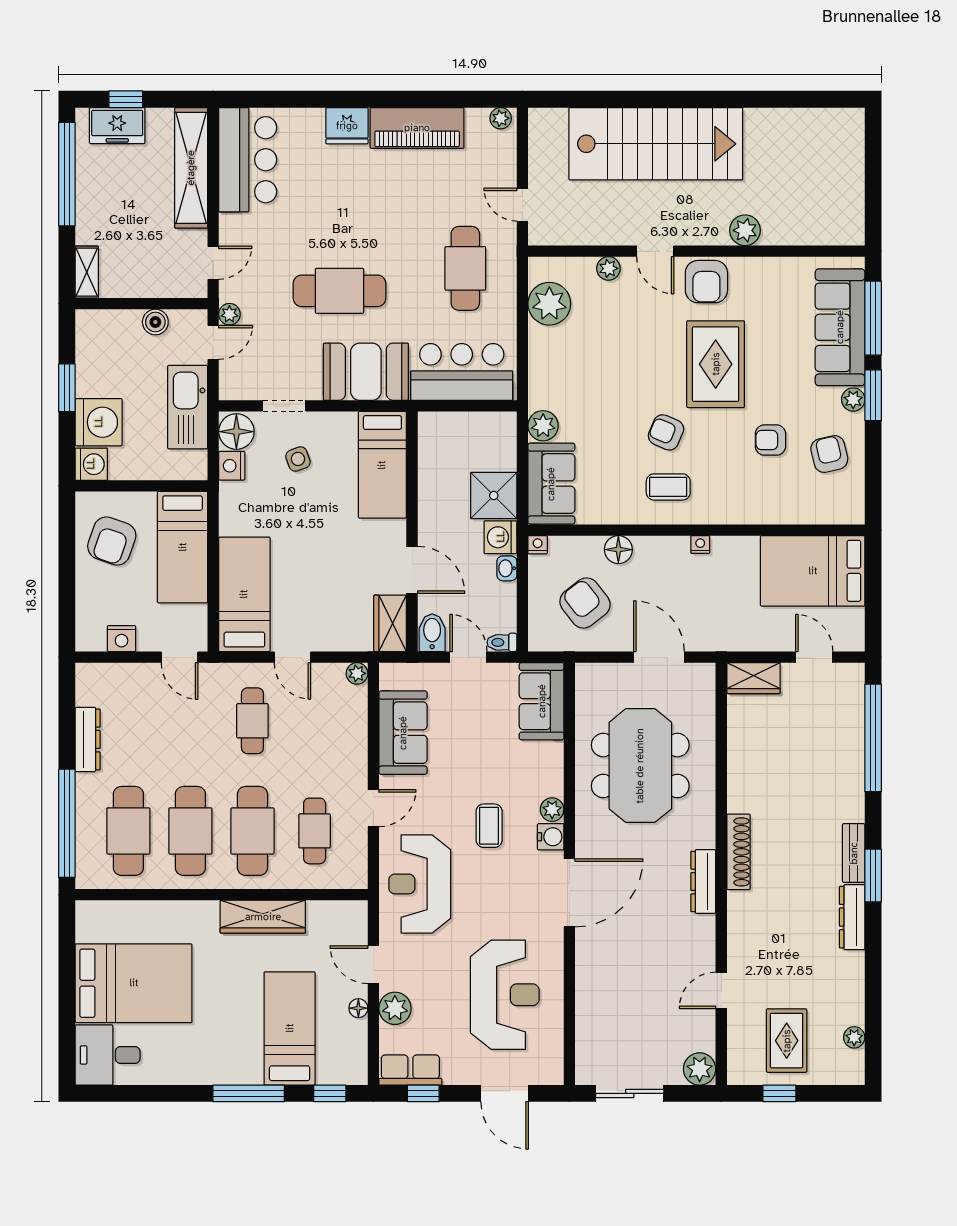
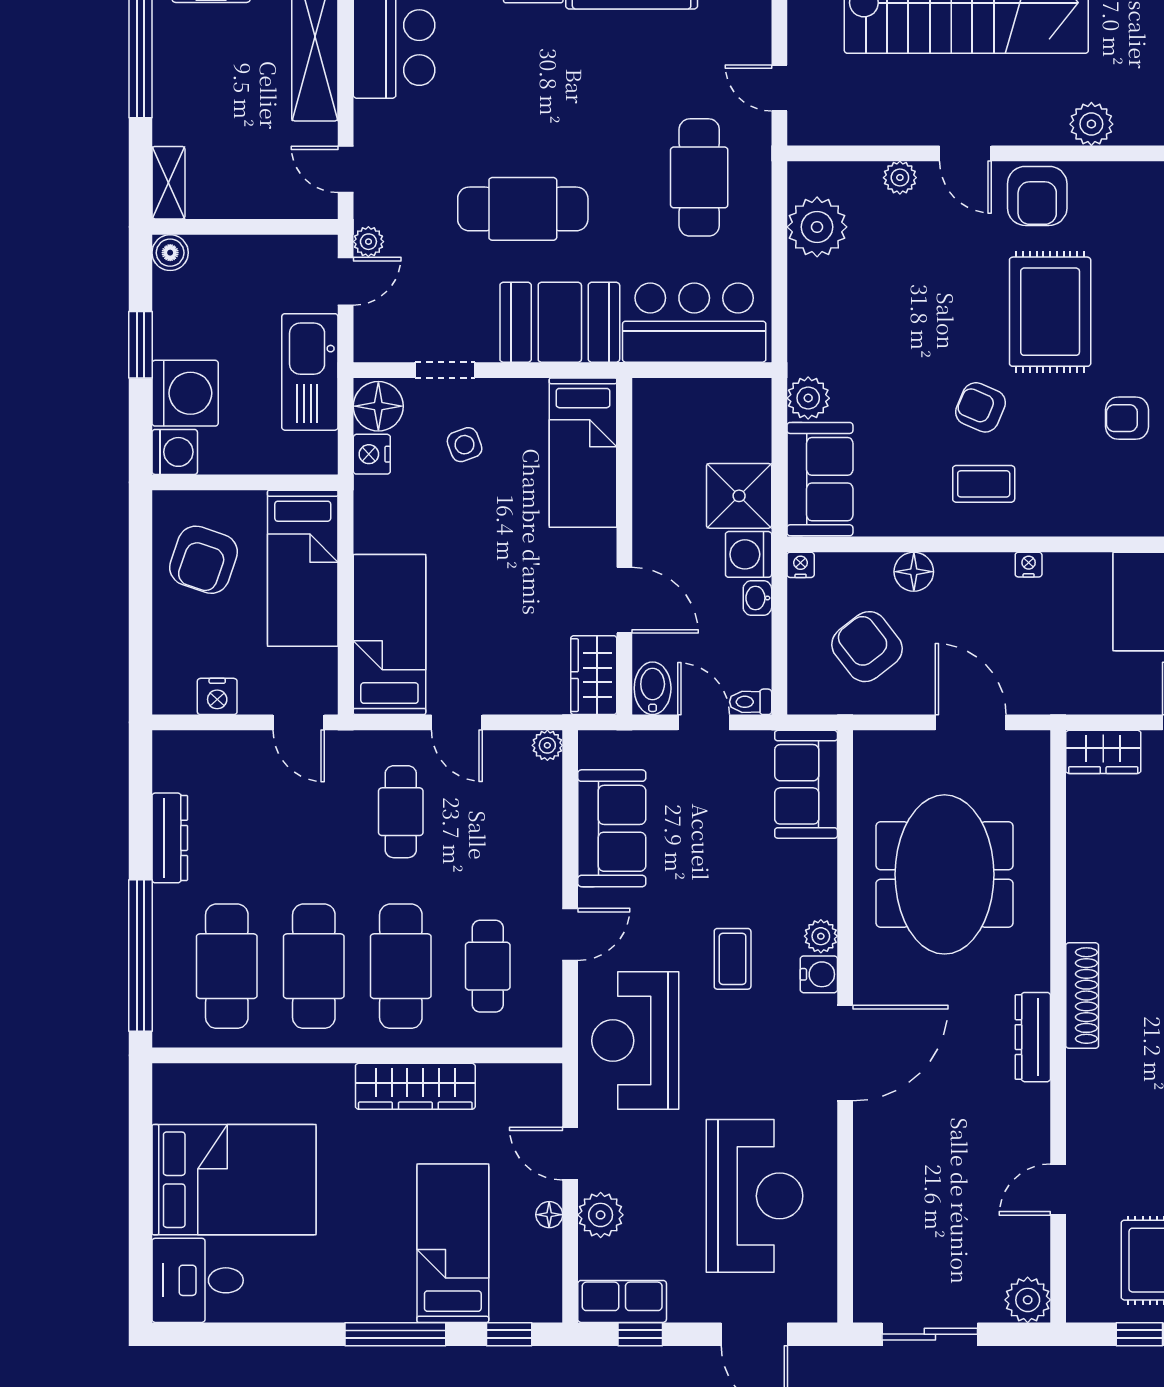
door: (213, 263) -> (346, 169), swing flipped
boiler: (155, 322) -> (170, 253), moved

